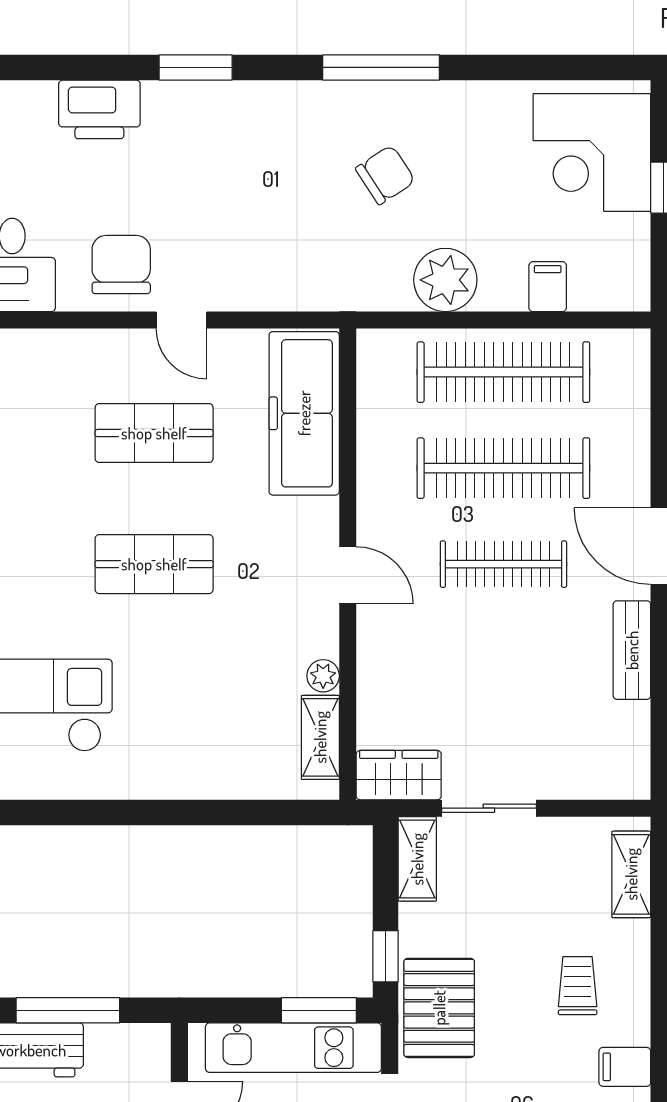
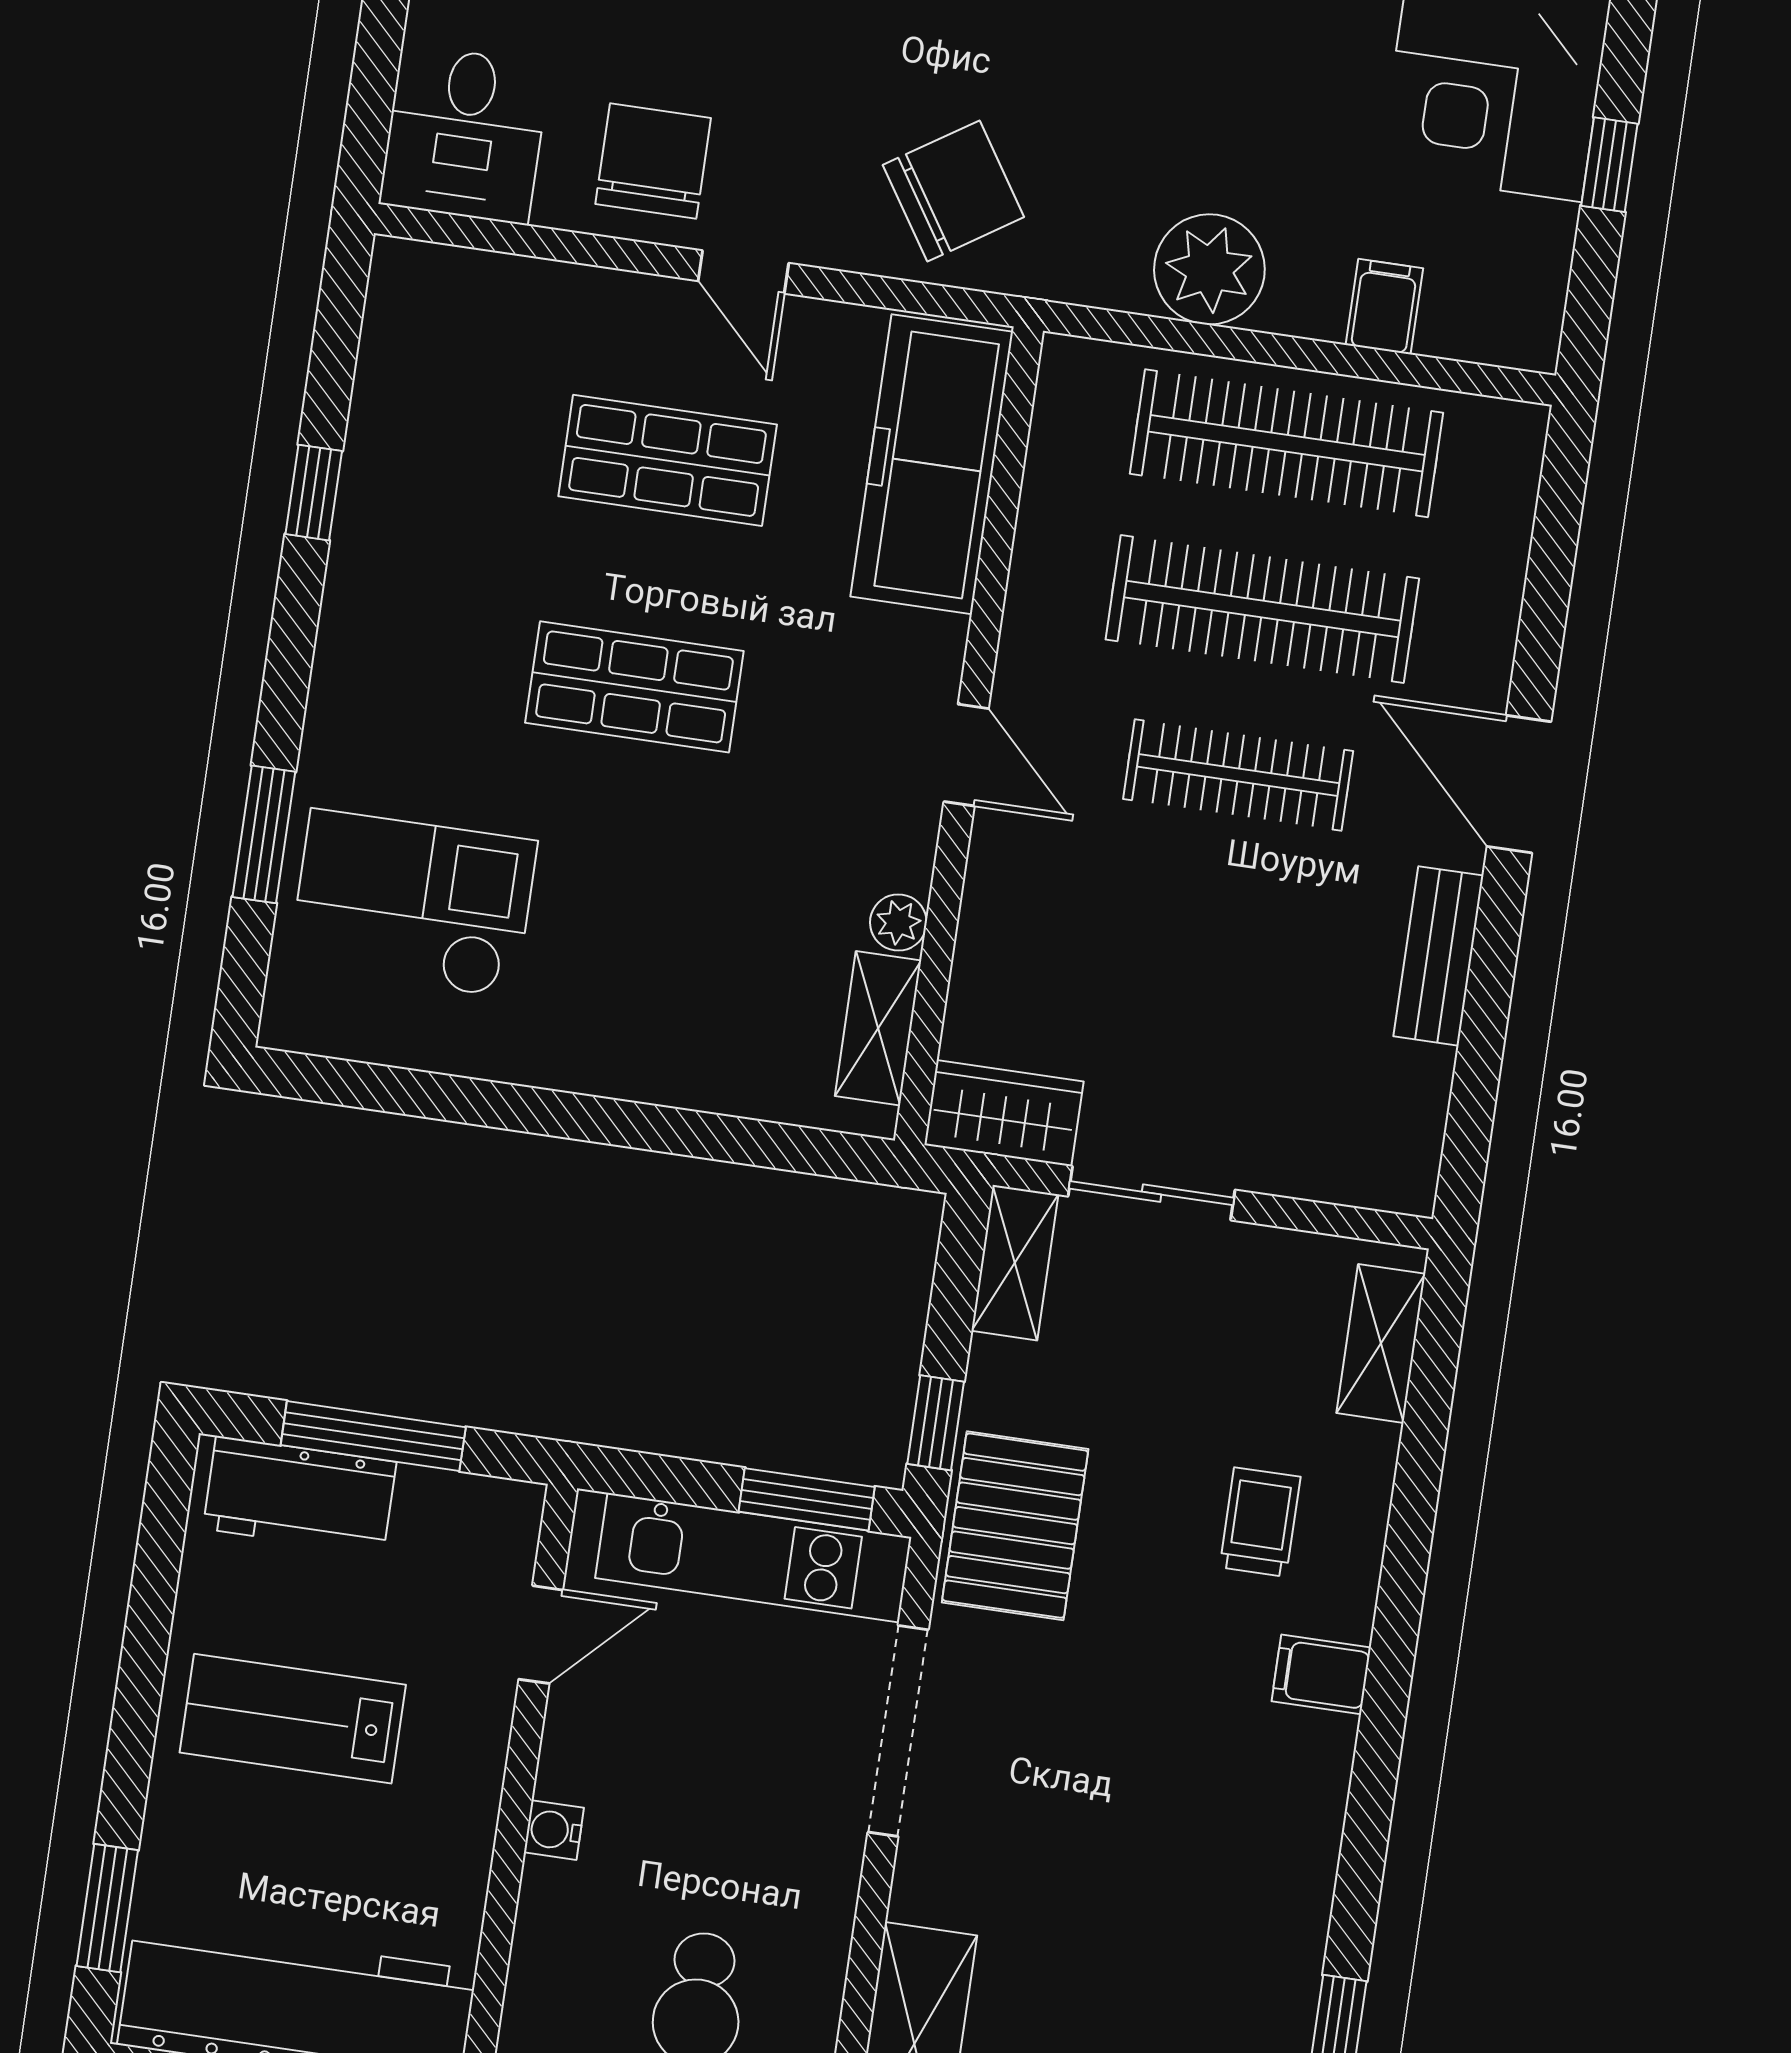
chair: (385, 175) -> (953, 191), moved, width x1.37, depth x1.37

